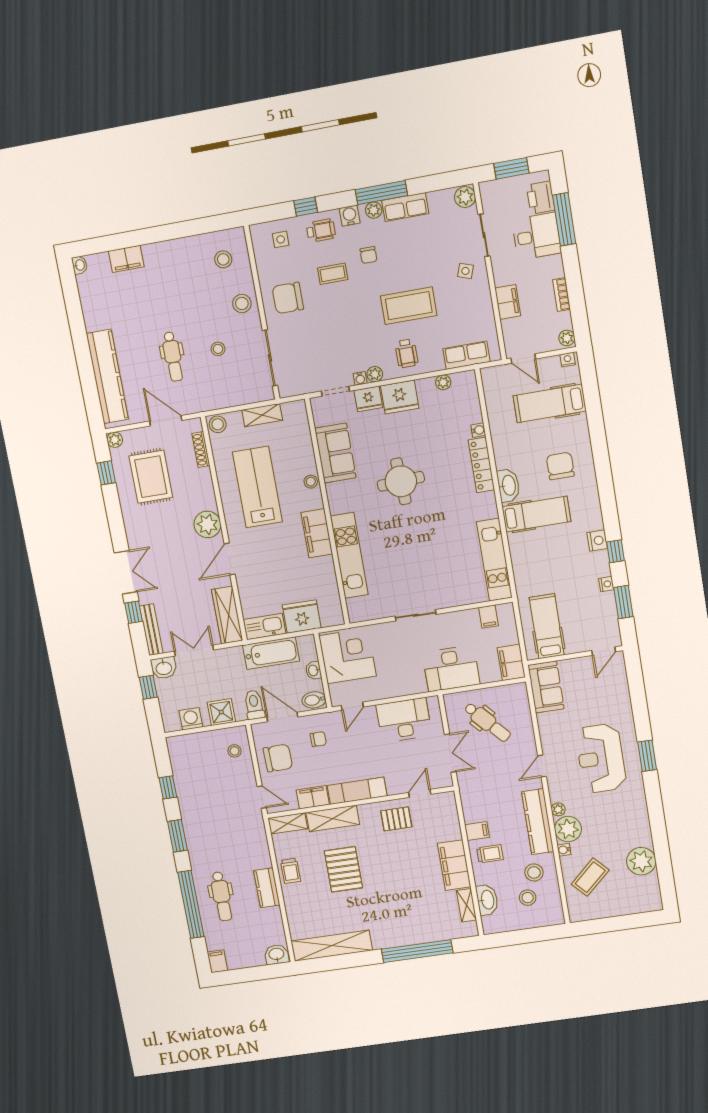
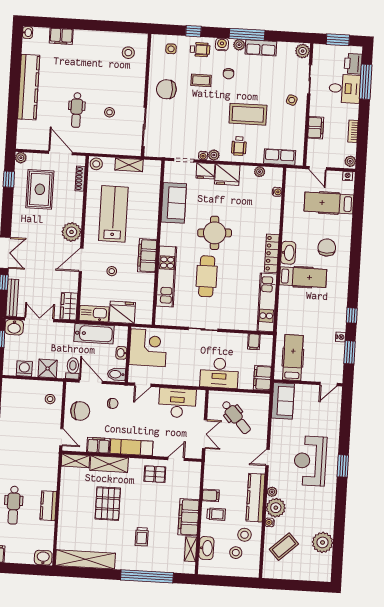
stool: (242, 304) -> (134, 85), removed
kitchen counter: (107, 377) -> (29, 87), moved
water cooler: (478, 430) -> (277, 192), moved
locker: (481, 465) -> (272, 253), moved
stool: (311, 482) -> (112, 271), moved
nightstand: (597, 541) -> (341, 305), removed
cafe table: (404, 543) -> (207, 276), added
wardrobe: (227, 615) -> (69, 306), width x0.67
trolley: (291, 871) -> (142, 537), moved

